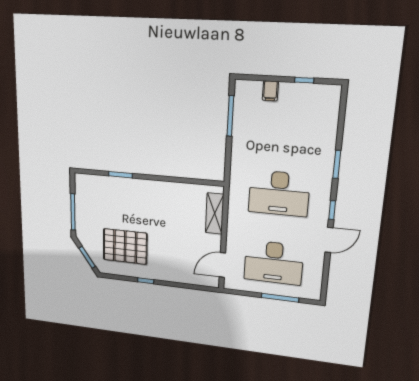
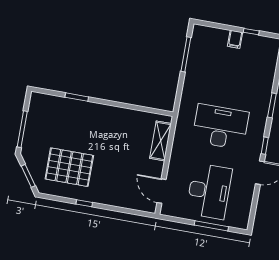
filing cabinet: (270, 91) -> (235, 39), moved
desk: (279, 193) -> (221, 127), turned 180
desk: (274, 263) -> (209, 191), turned -90
door: (222, 265) -> (162, 191), hinge flipped

